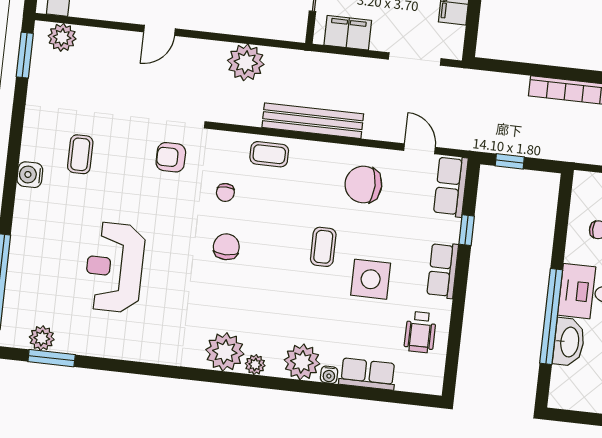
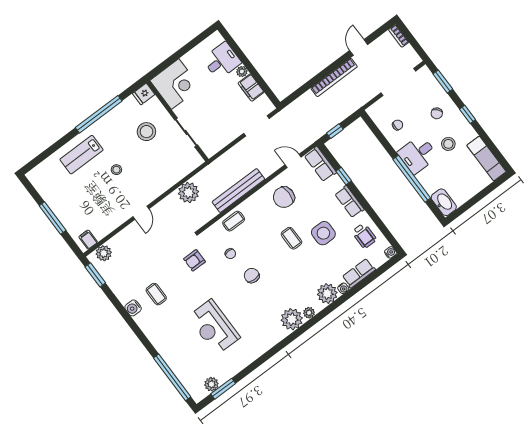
filing cabinet: (348, 33) -> (219, 141), removed
water cooler: (30, 175) -> (133, 308), moved
washbasin: (569, 342) -> (444, 202), moved
water cooler: (434, 386) -> (390, 252), added

